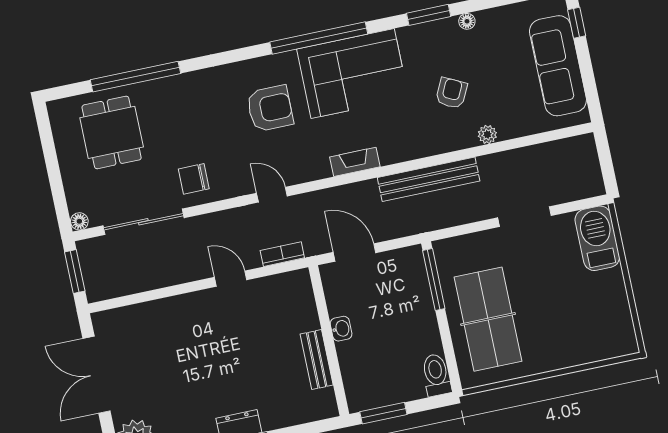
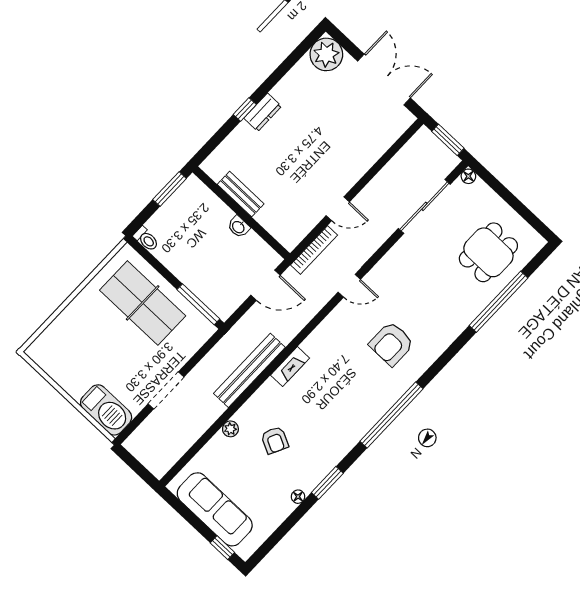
corner sofa: (353, 74) -> (351, 407), removed
dining table: (112, 132) -> (488, 252), turned 90
fireplace: (355, 162) -> (290, 367), moved
chair: (194, 179) -> (410, 259), removed
bookcase: (282, 254) -> (314, 250), width x1.56
toilet: (436, 375) -> (146, 239), width x0.73, depth x0.72

